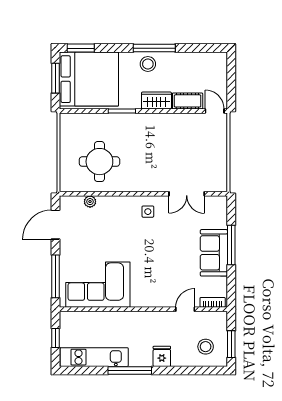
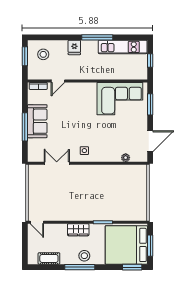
cot: (188, 101) -> (49, 258), moved
round table: (99, 162) -> (119, 186), removed
window: (56, 276) -> (150, 104), width x0.69

